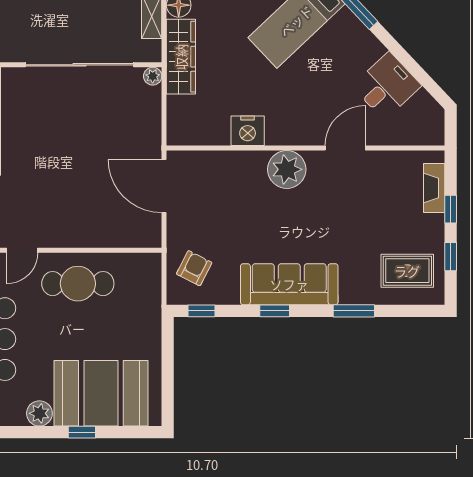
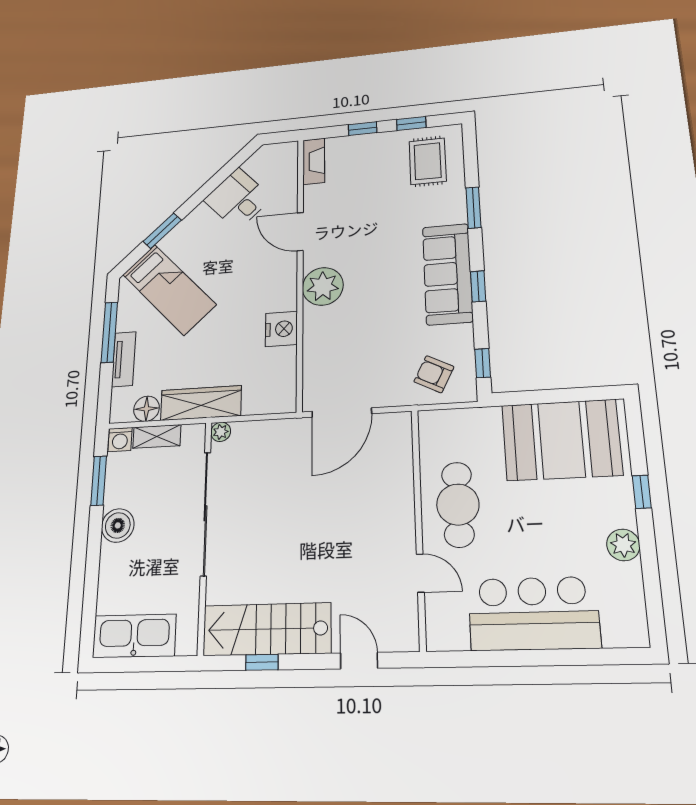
fireplace: (434, 188) -> (314, 161), moved, turned -90
booth: (101, 393) -> (561, 440), moved, turned 90

